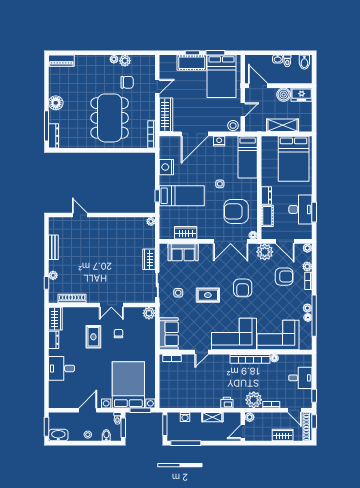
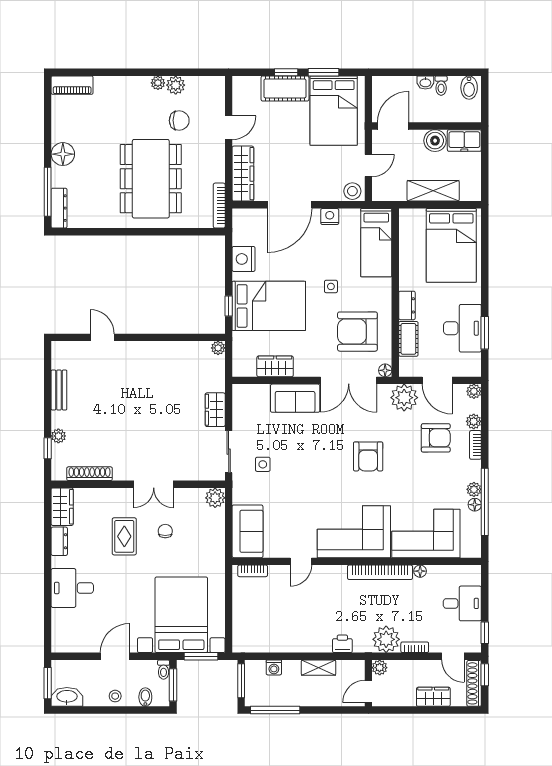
door: (258, 86) -> (393, 126), hinge flipped
bed: (182, 196) -> (269, 306), width x1.50
sofa: (183, 252) -> (295, 398), moved
rug: (208, 295) -> (311, 468), removed

